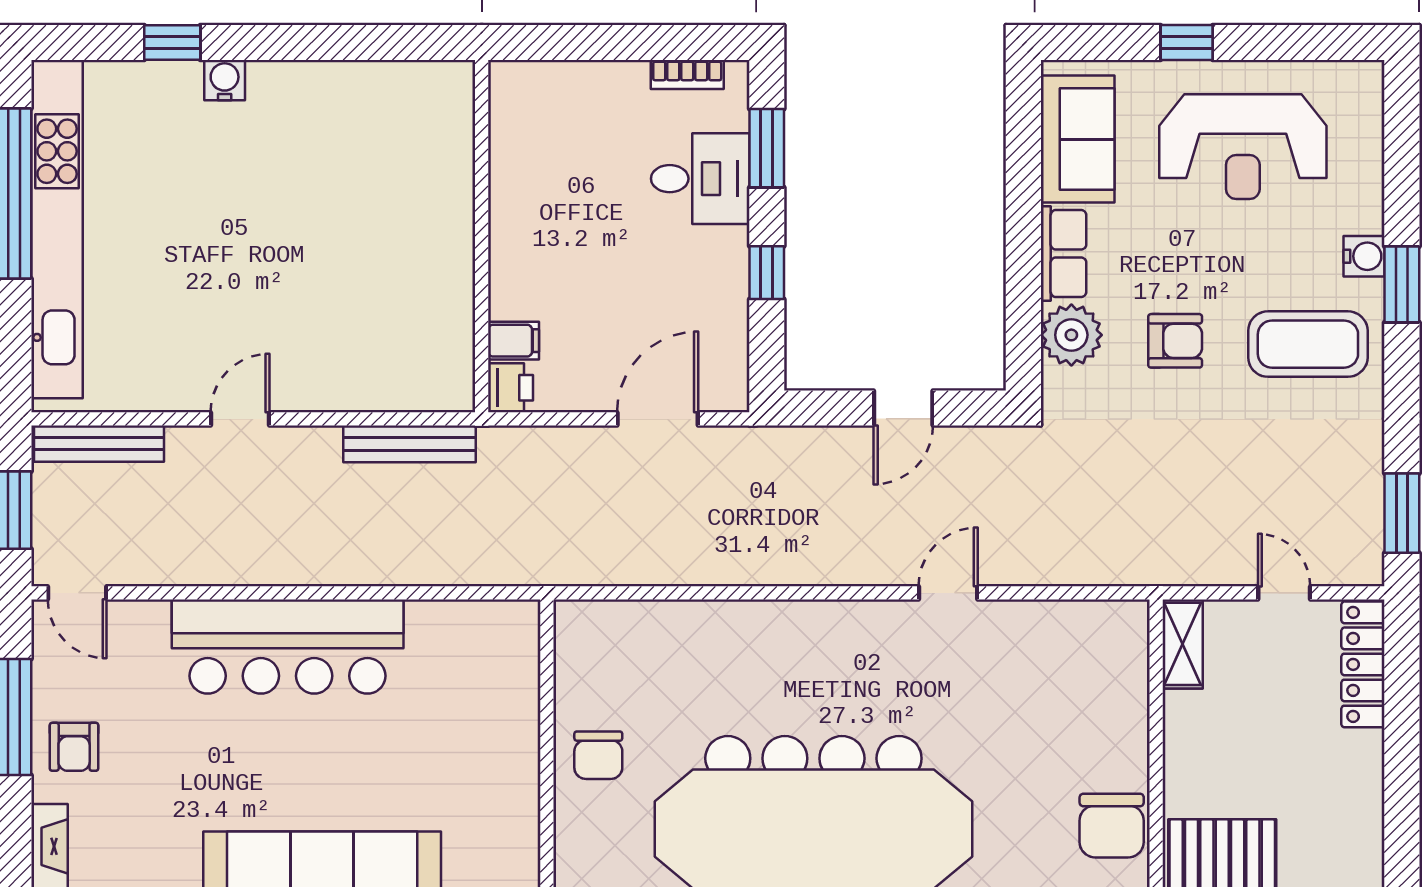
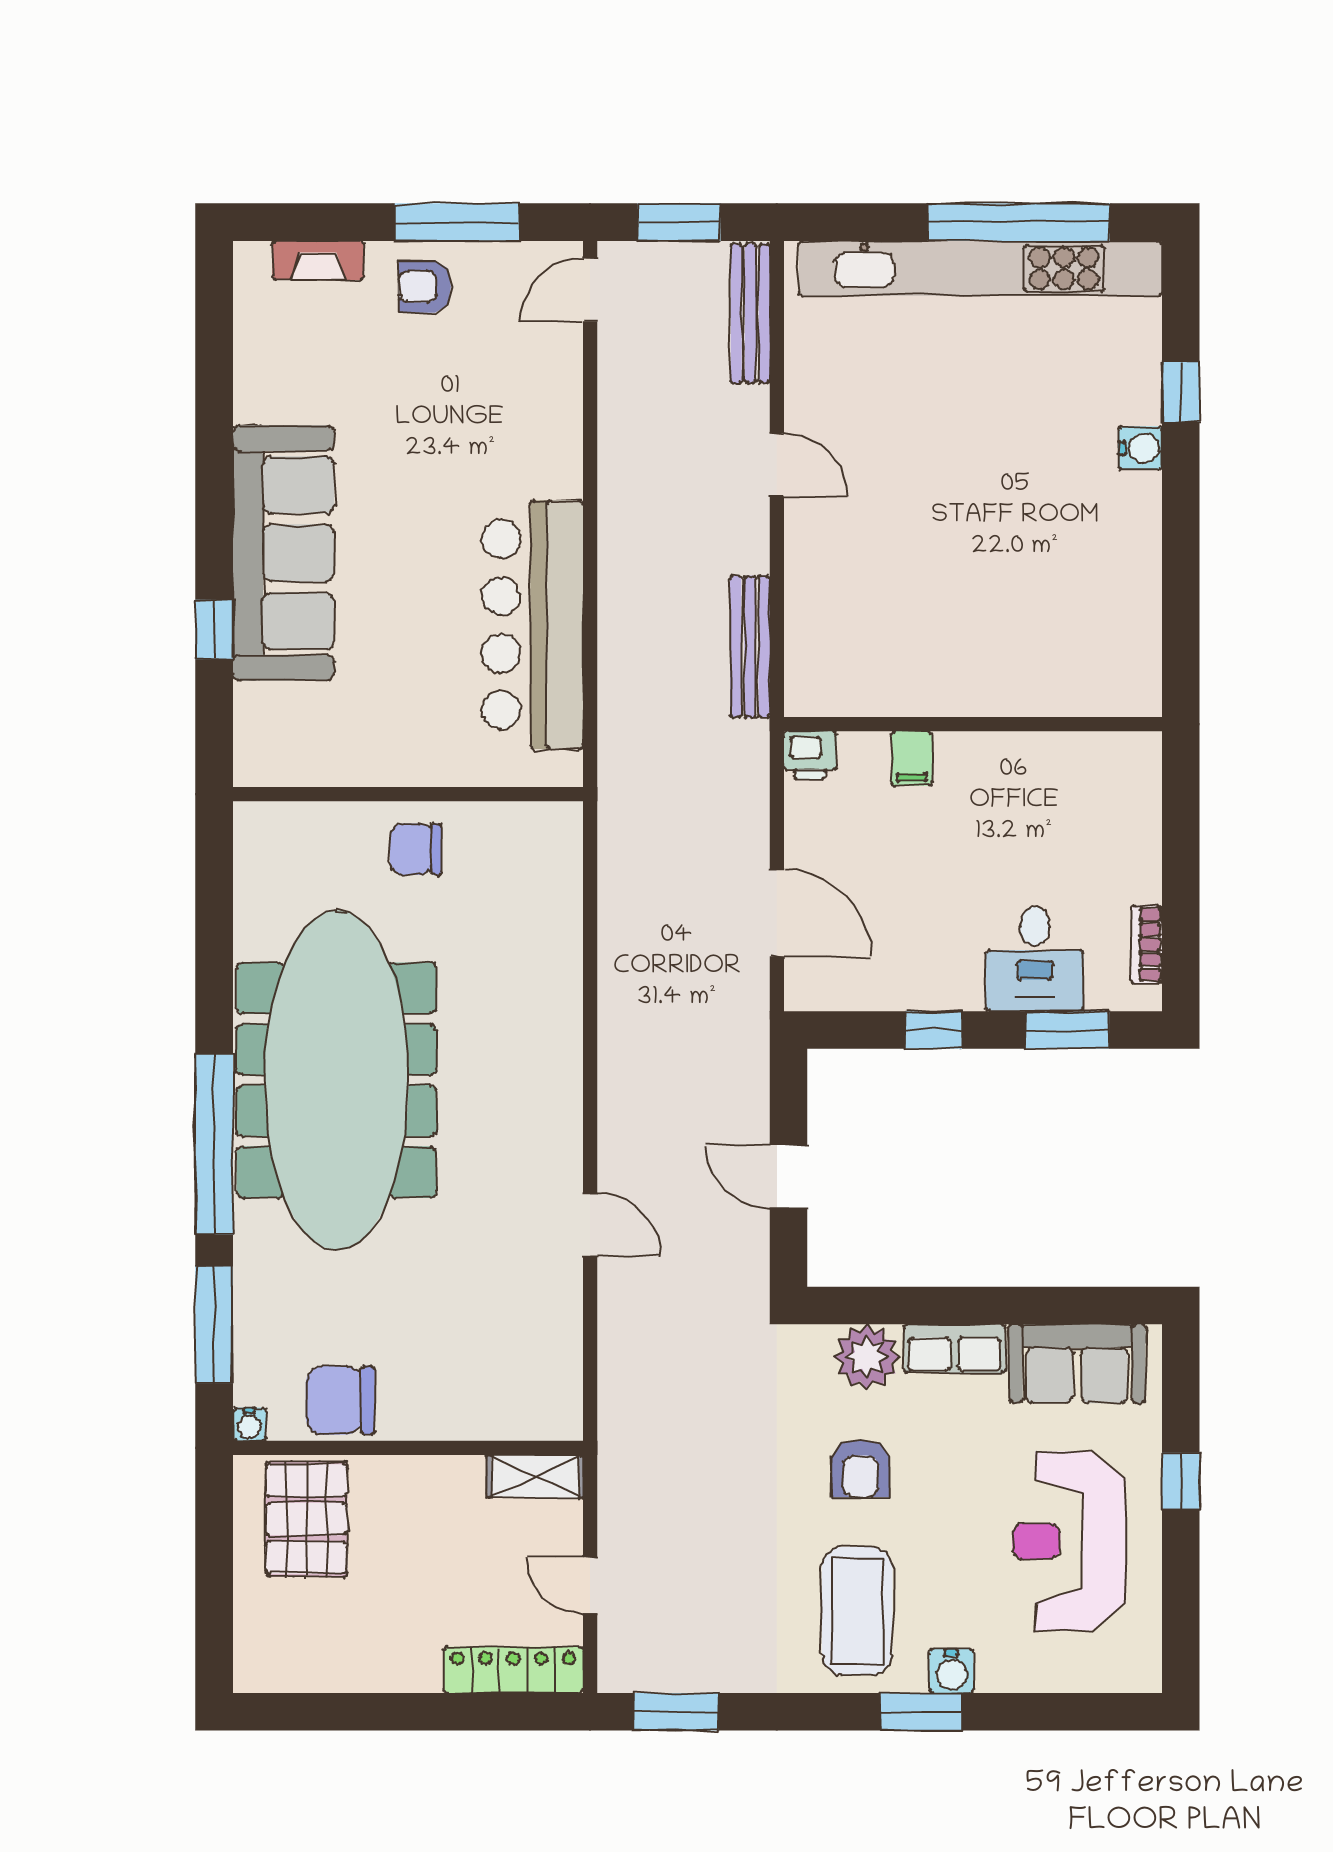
filing cabinet: (514, 341) -> (912, 758), moved
door: (1284, 593) -> (590, 1585), swing flipped
bar counter: (288, 647) -> (532, 625), moved

